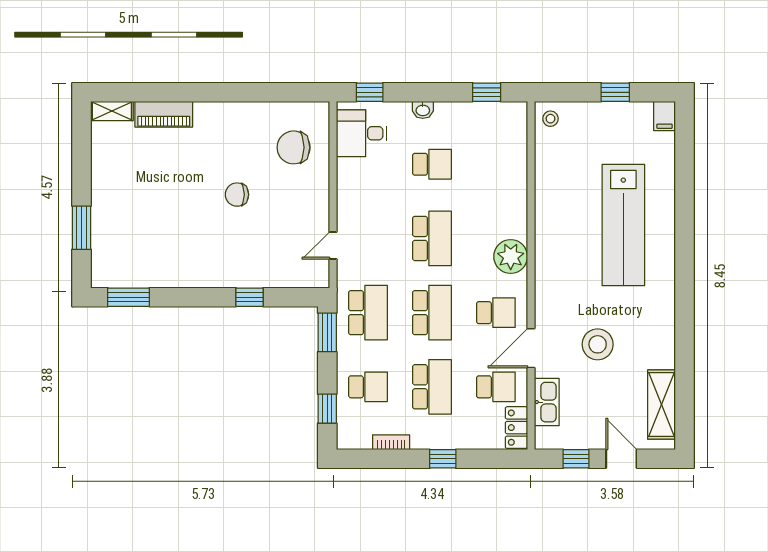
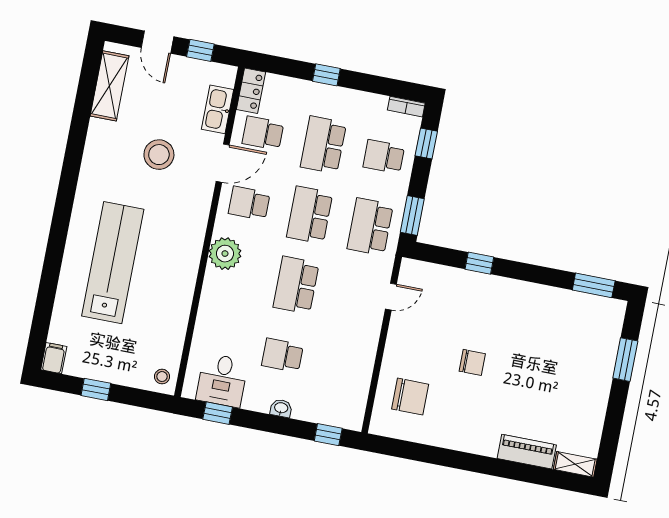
desk: (362, 133) -> (222, 380), moved, turned 90
bookcase: (391, 442) -> (406, 107), moved

